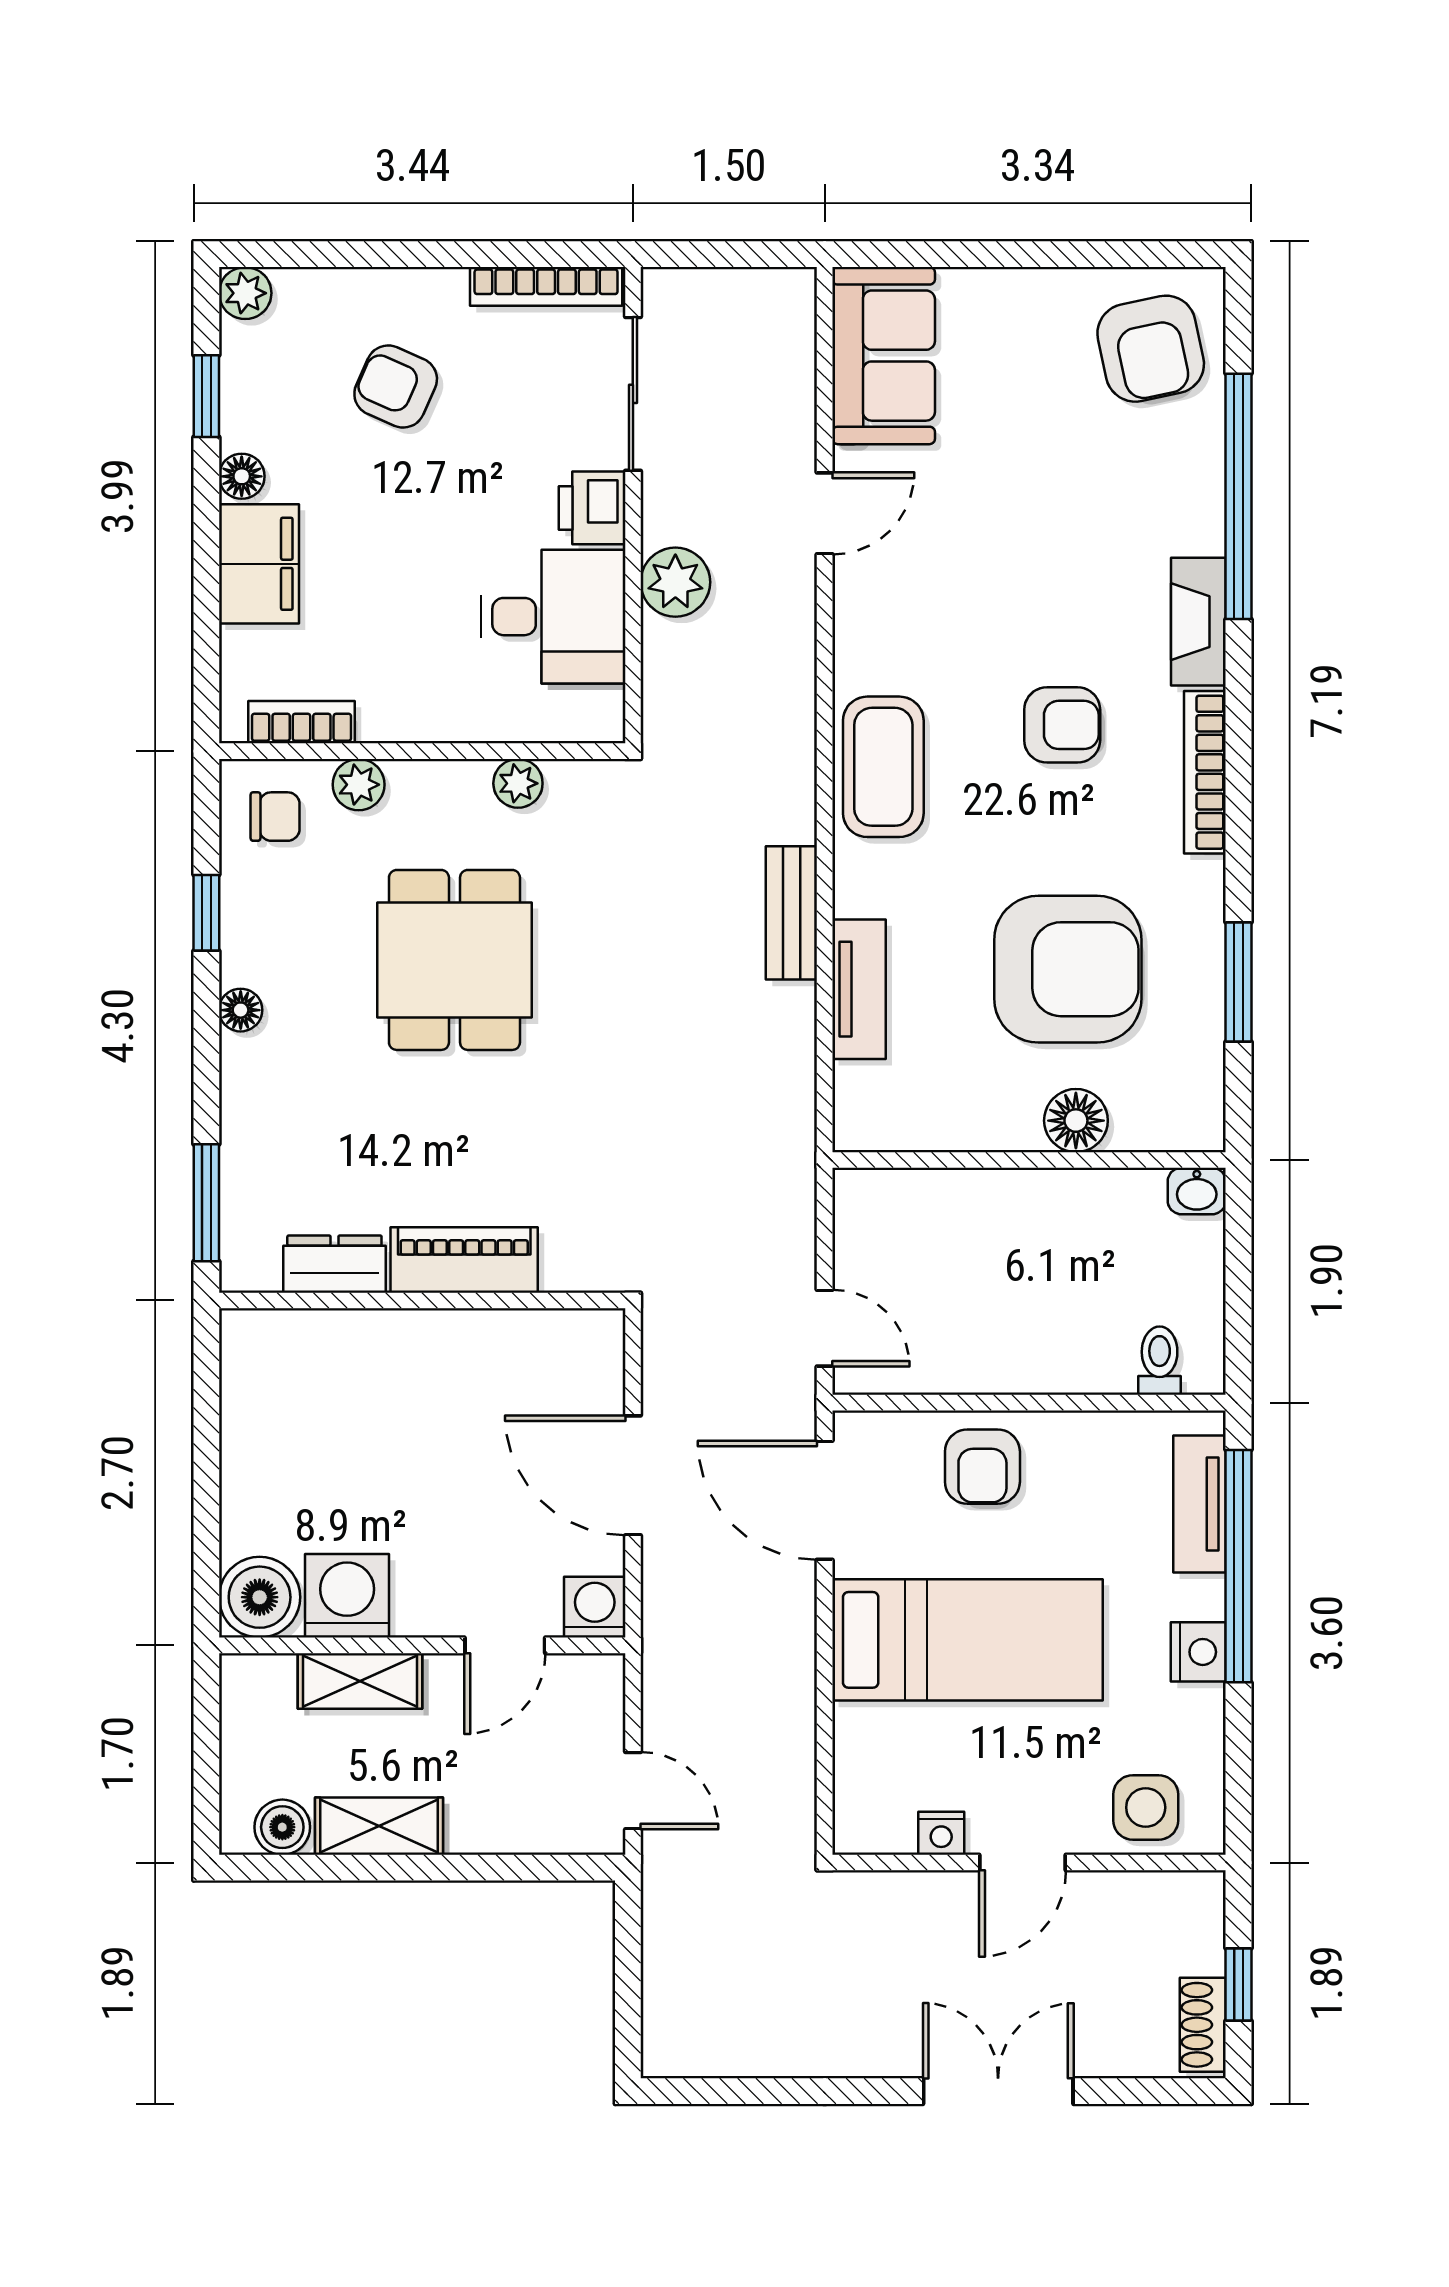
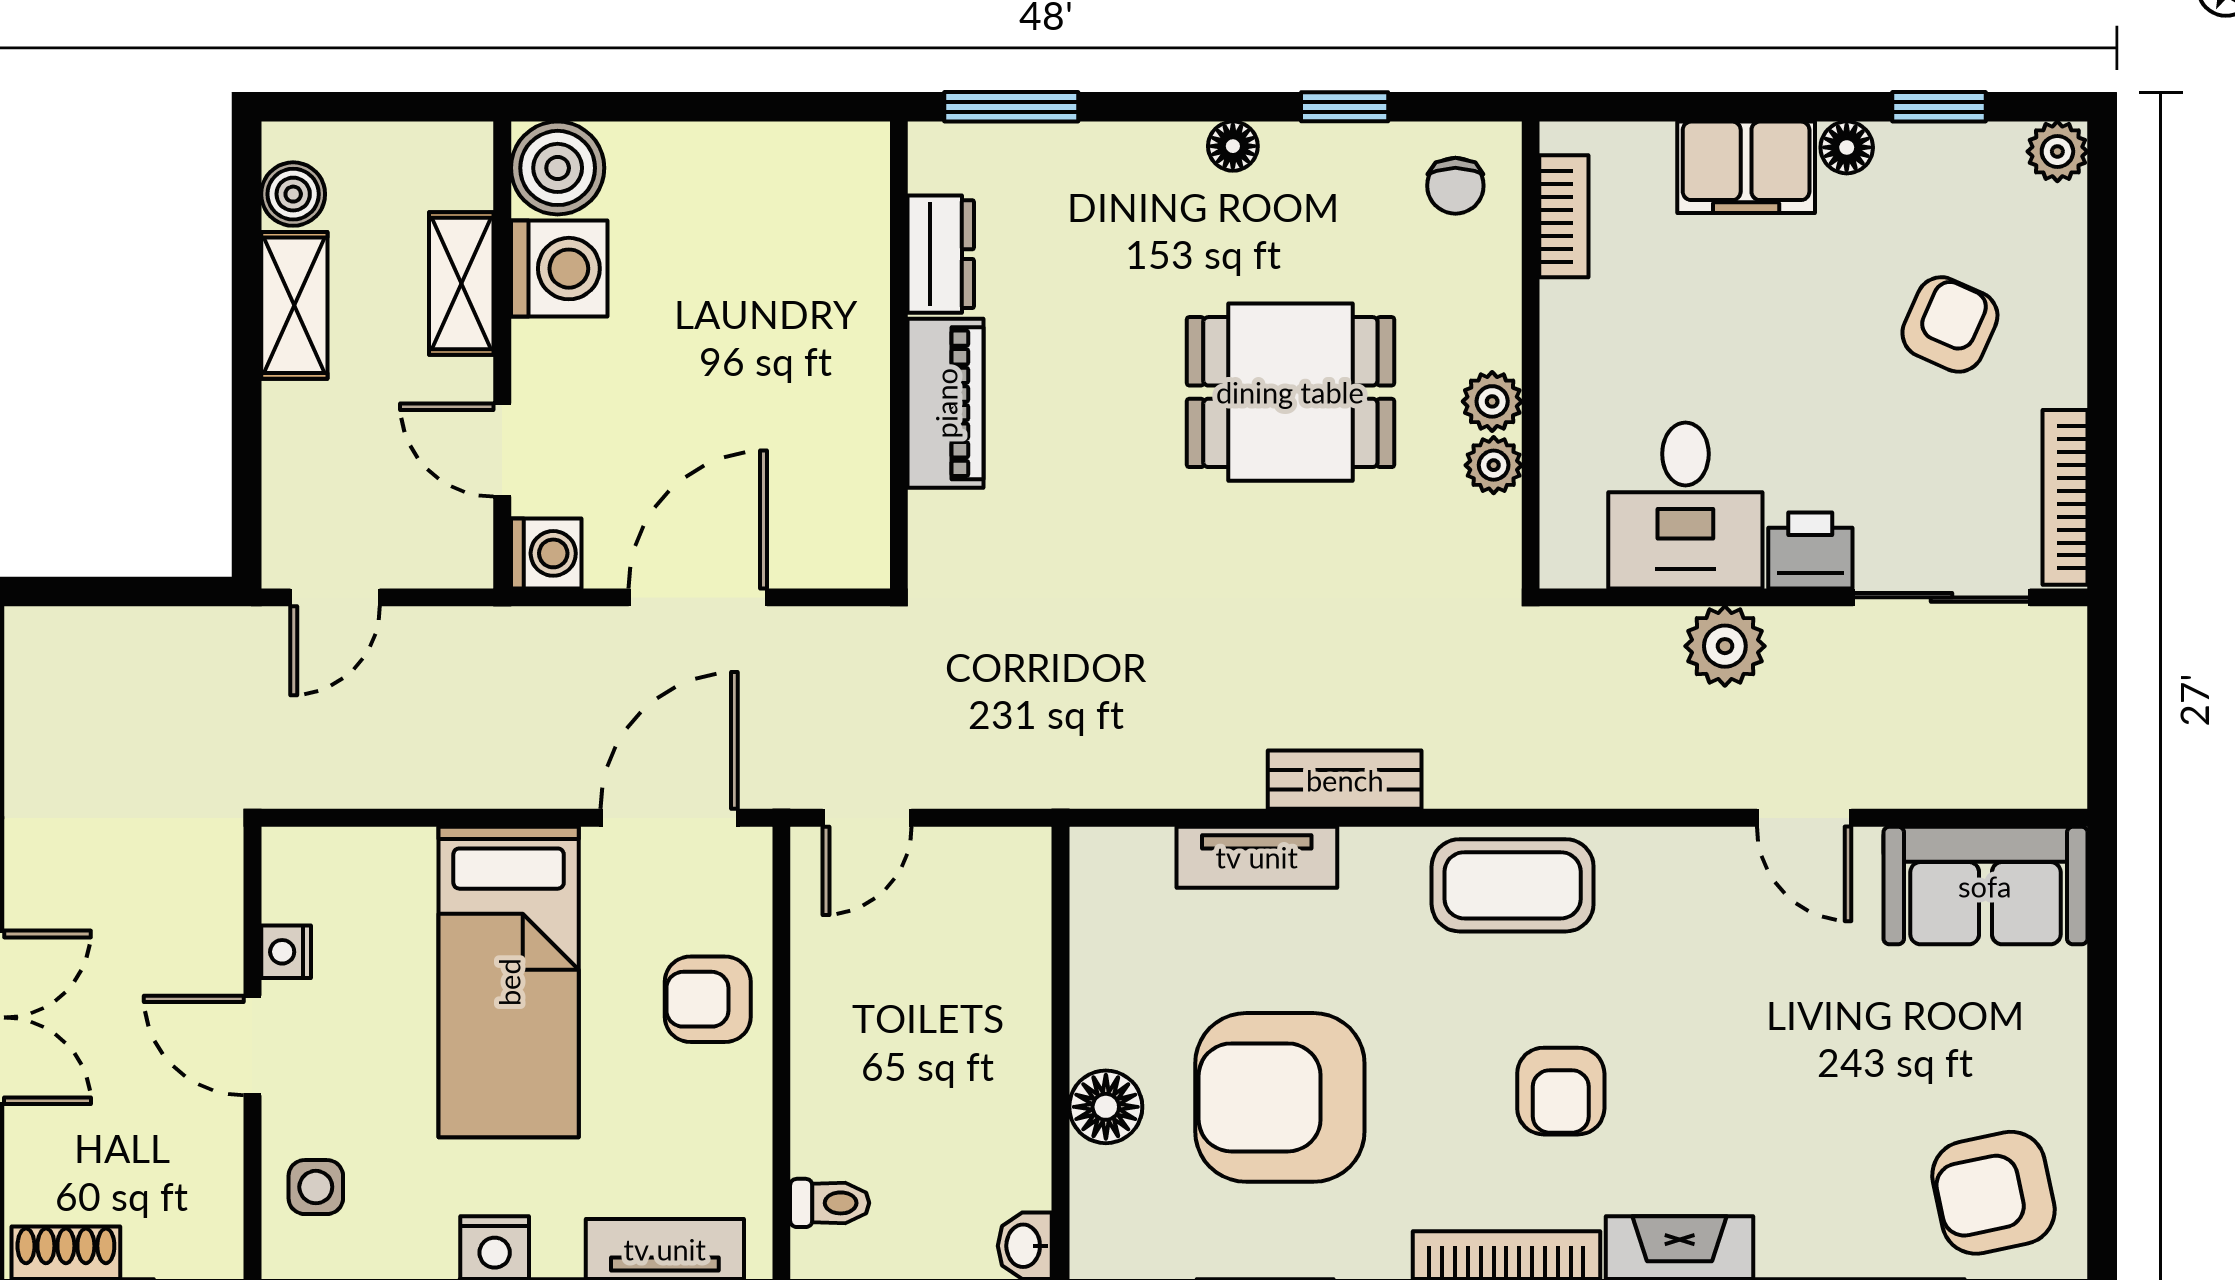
plant: (359, 785) -> (1492, 401), moved
armchair: (1068, 969) -> (1280, 1097), turned 90
side table: (1146, 1807) -> (316, 1187), width x0.73, depth x0.73

